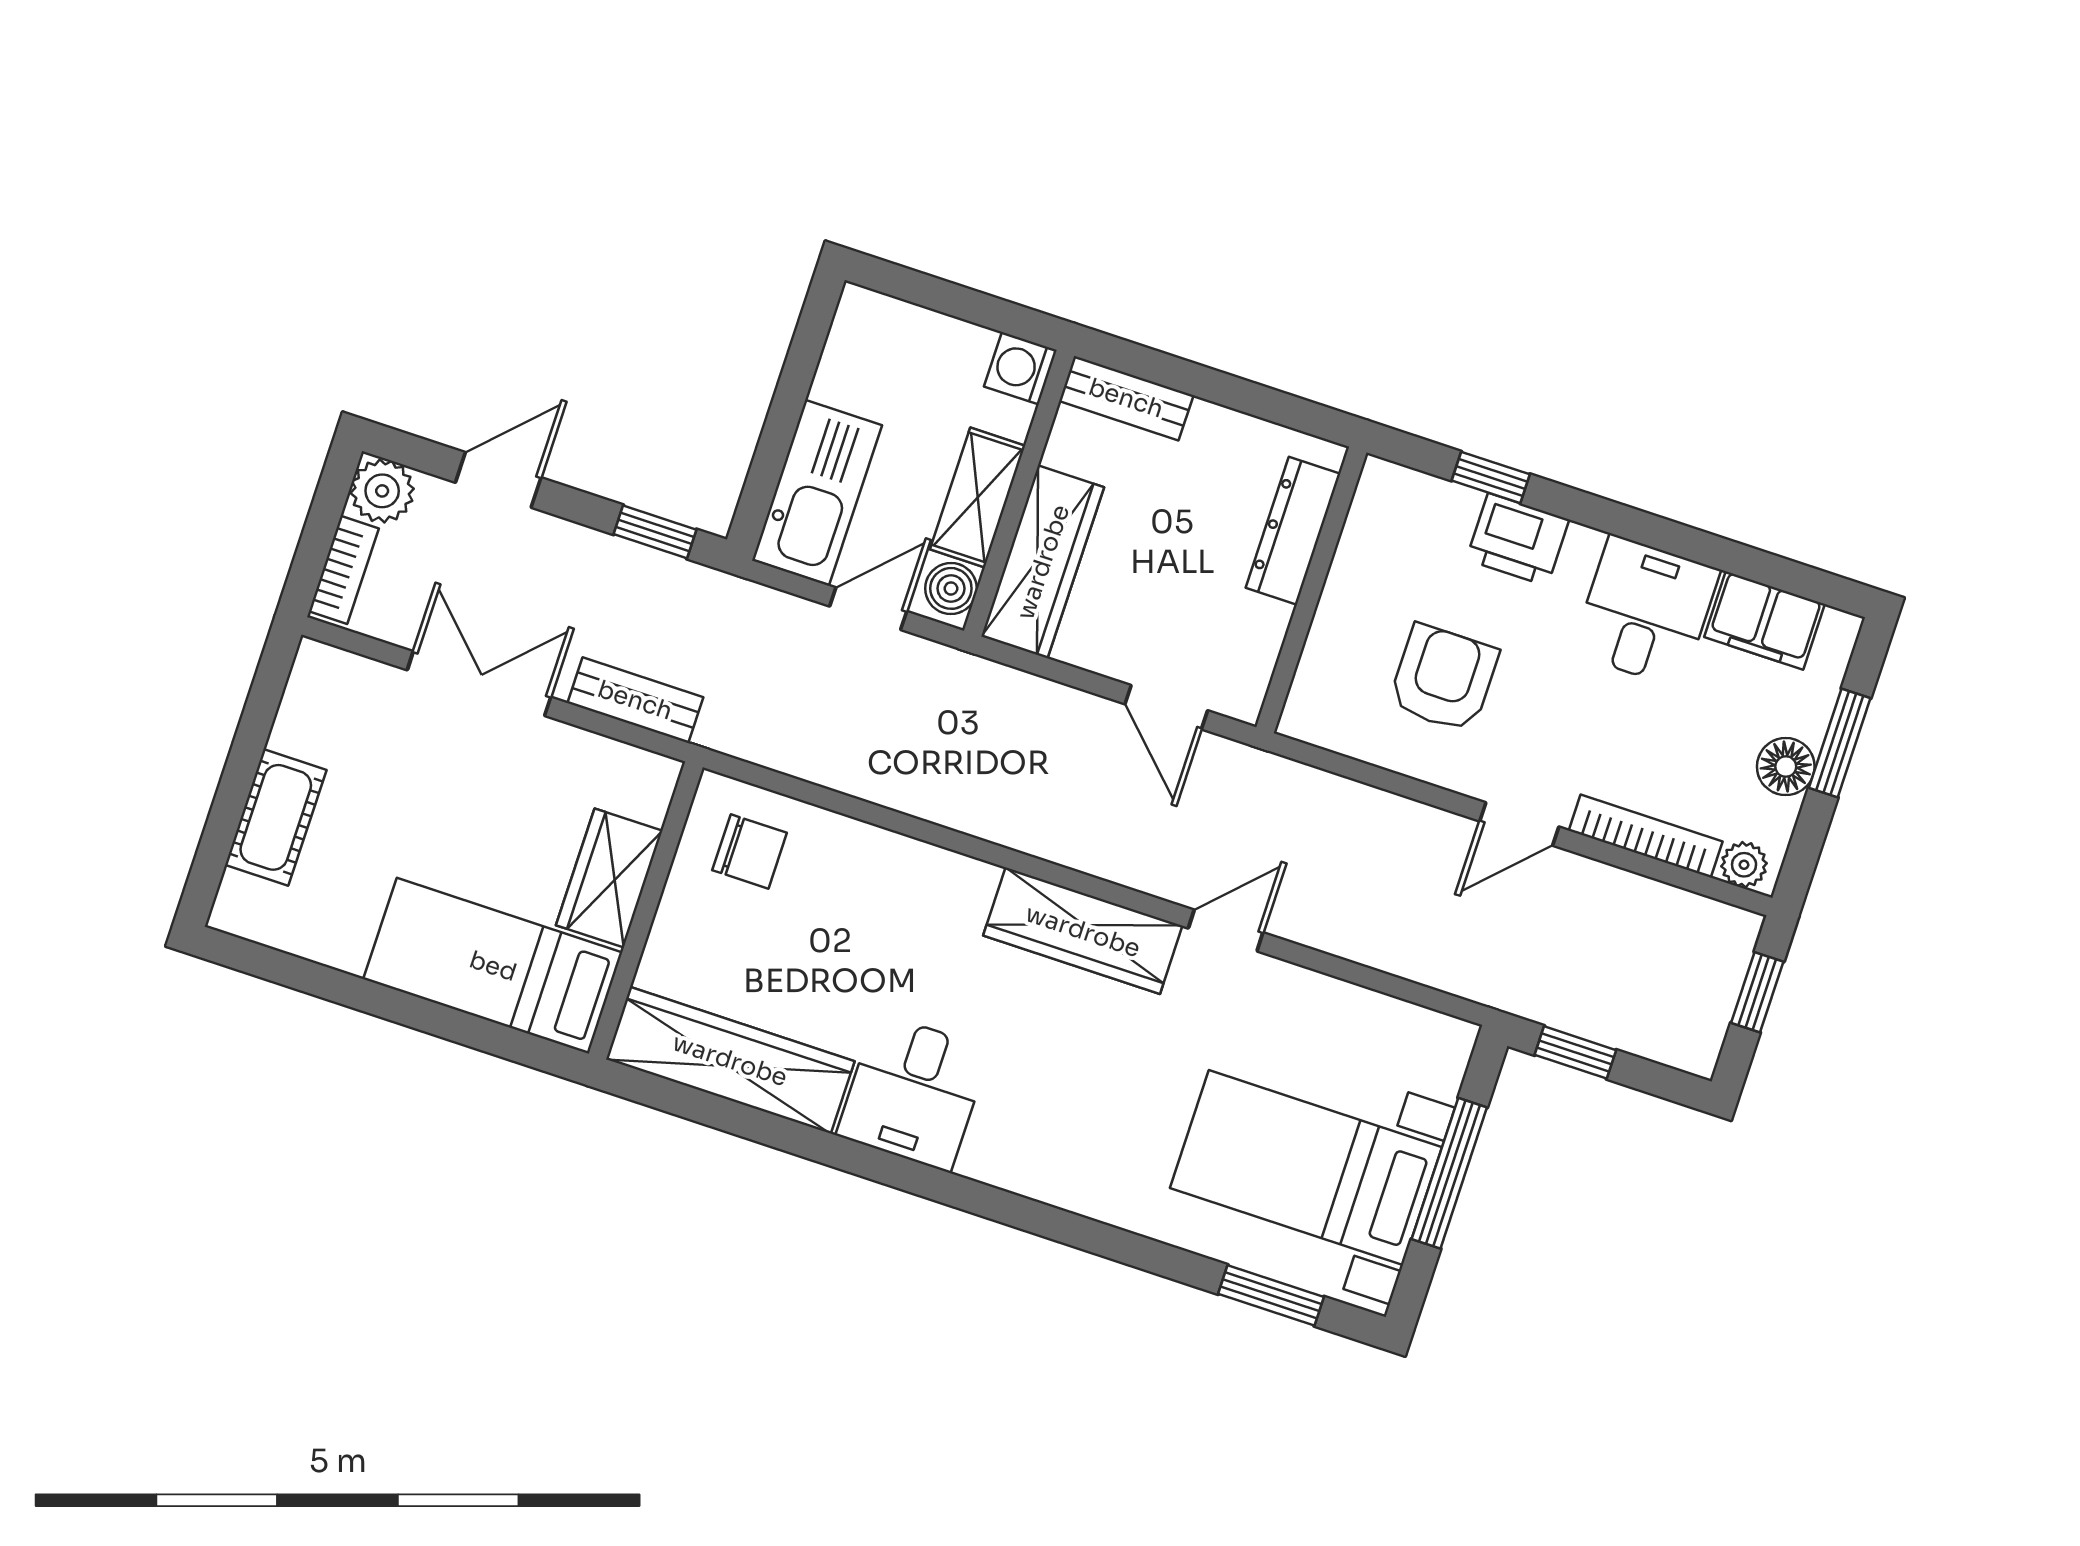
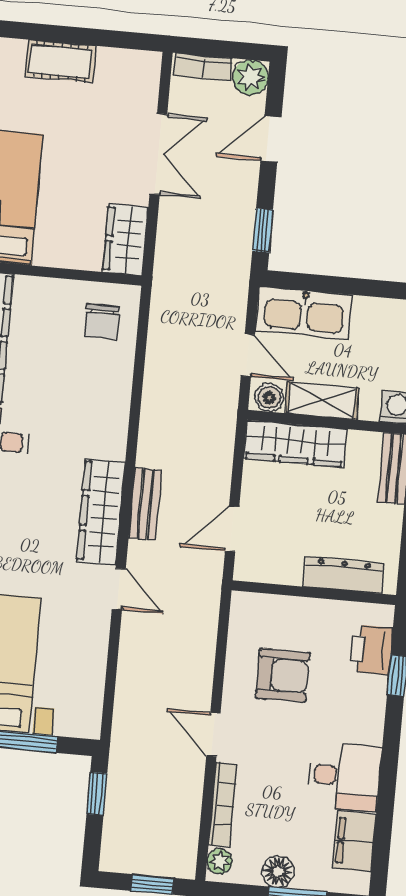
door: (498, 480) -> (271, 139), swing flipped
printer: (1518, 540) -> (371, 650), moved
bench: (635, 700) -> (145, 504), moved
wardrobe: (609, 878) -> (126, 240), moved, turned -90

